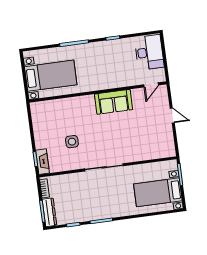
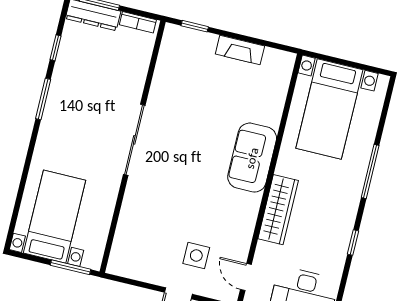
wardrobe: (111, 82) -> (278, 210), added
sofa: (113, 102) -> (252, 158), moved
side table: (72, 142) -> (196, 256), moved
fireplace: (42, 162) -> (240, 50), moved

